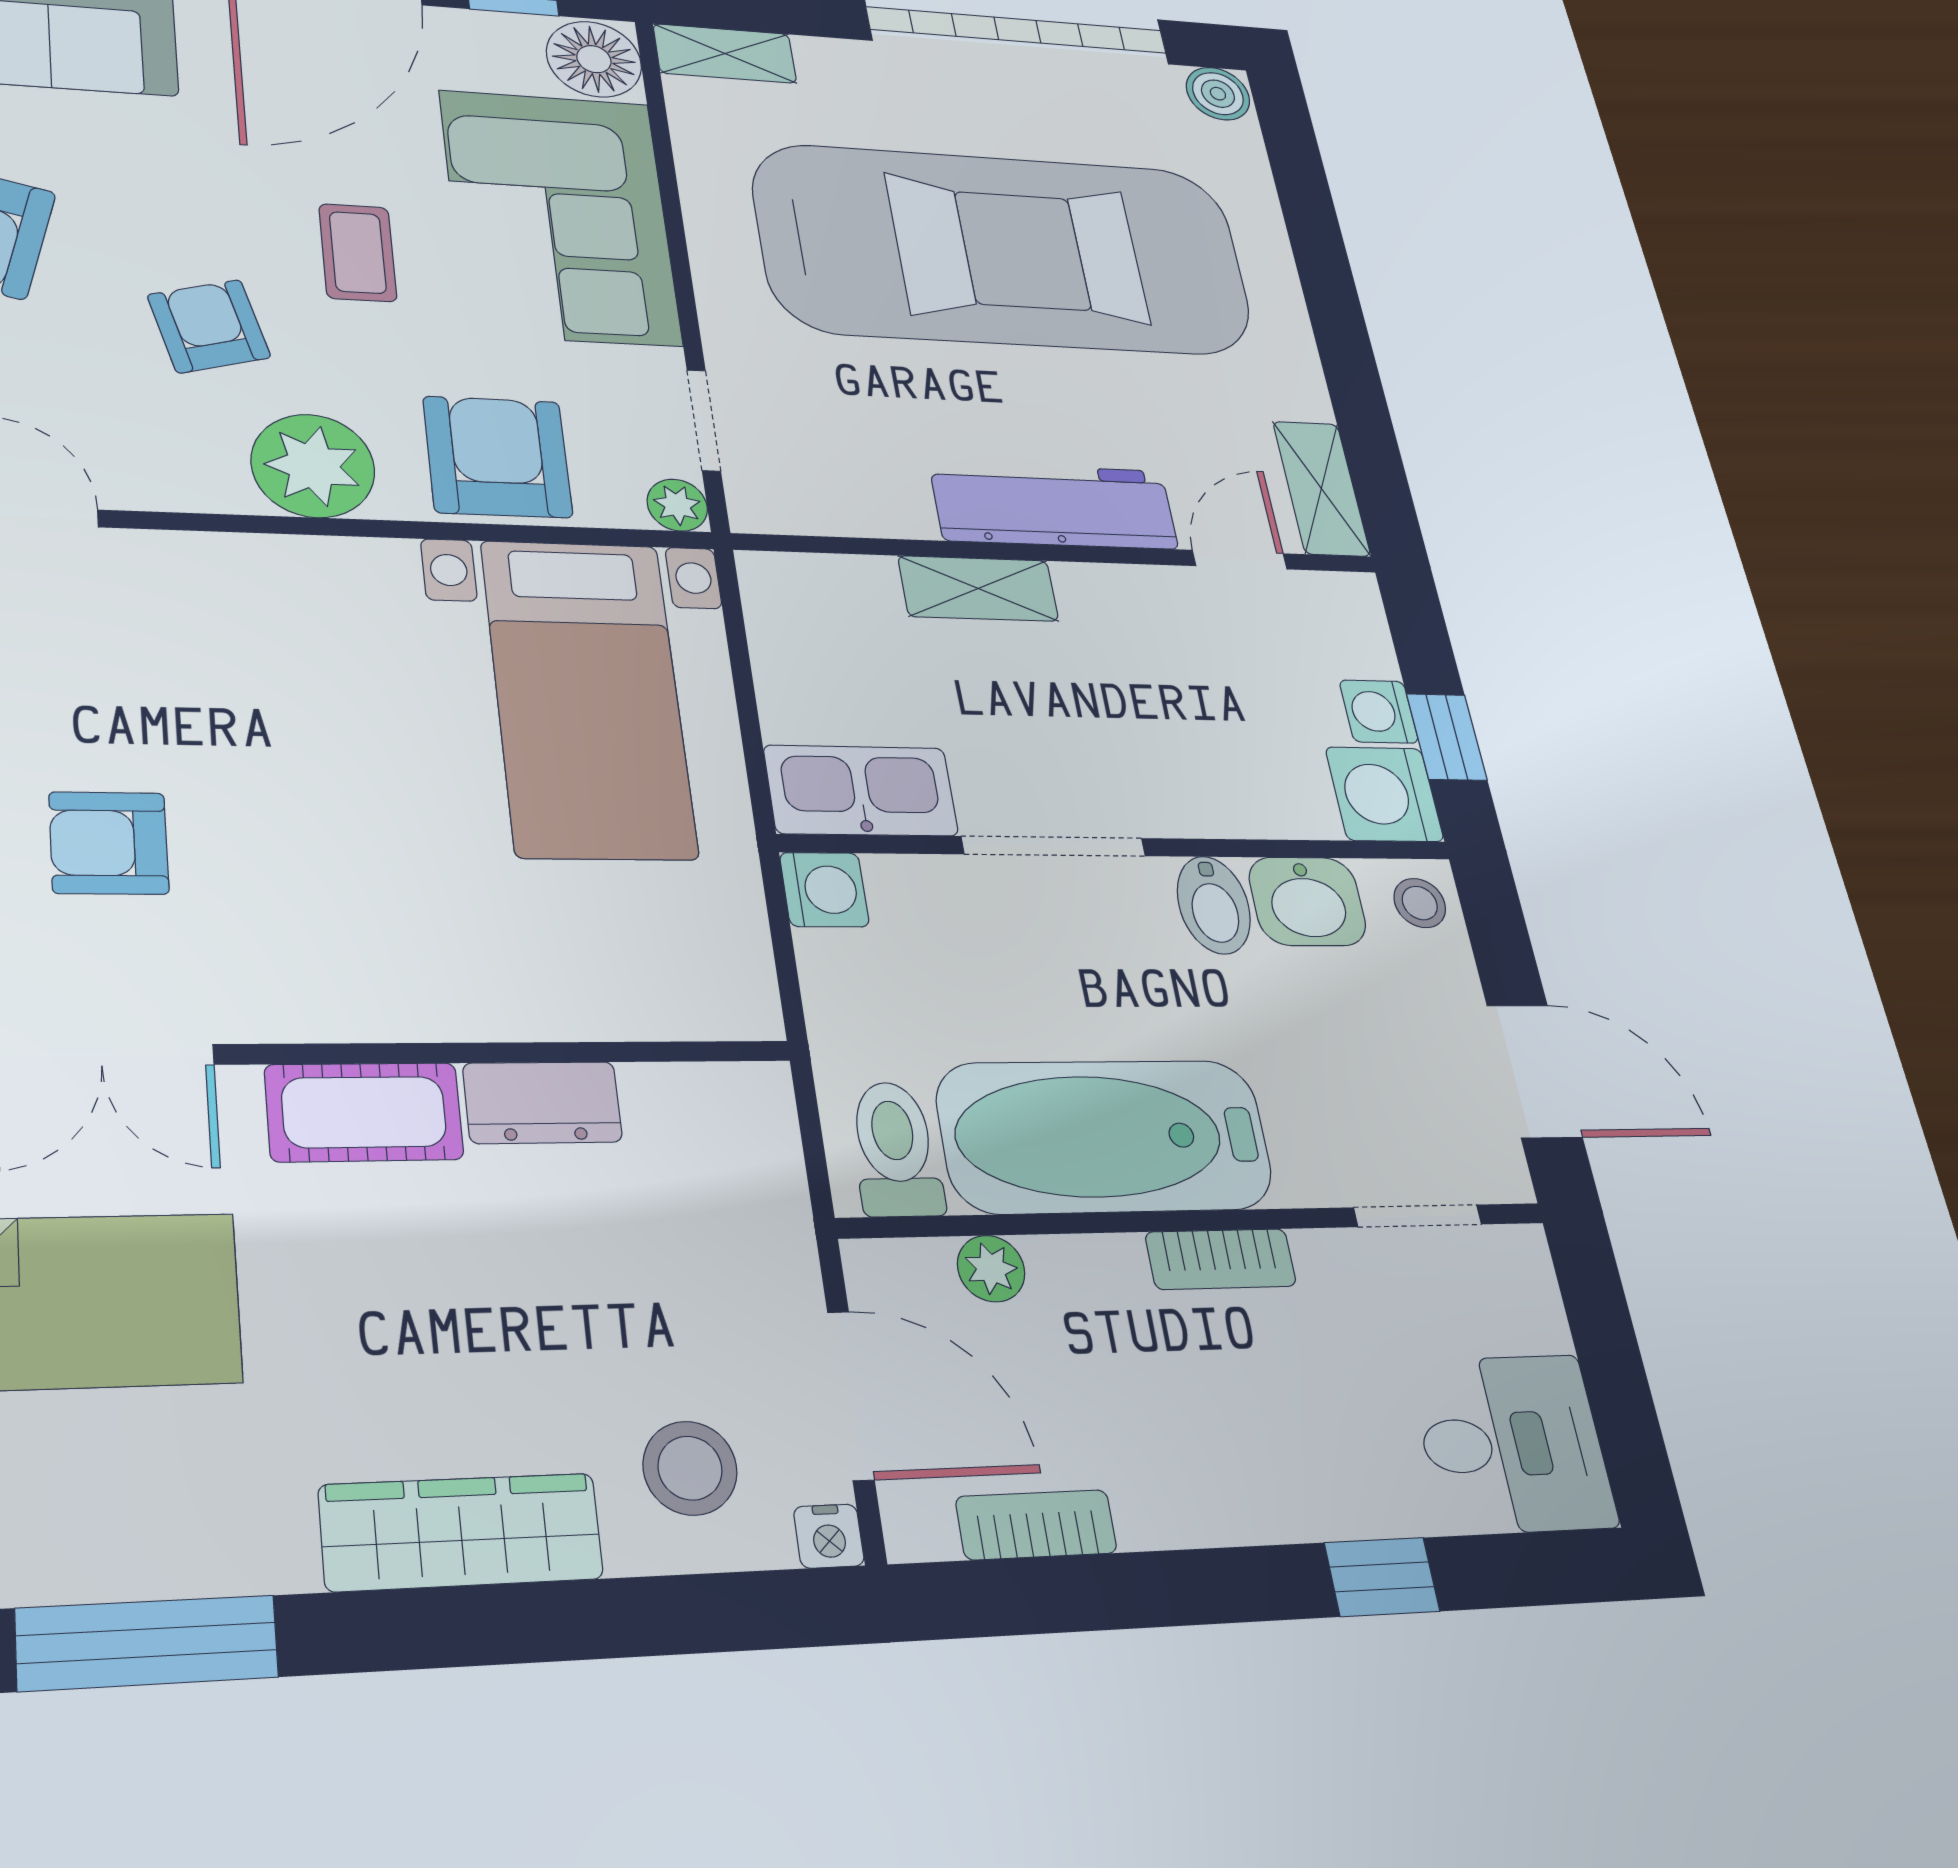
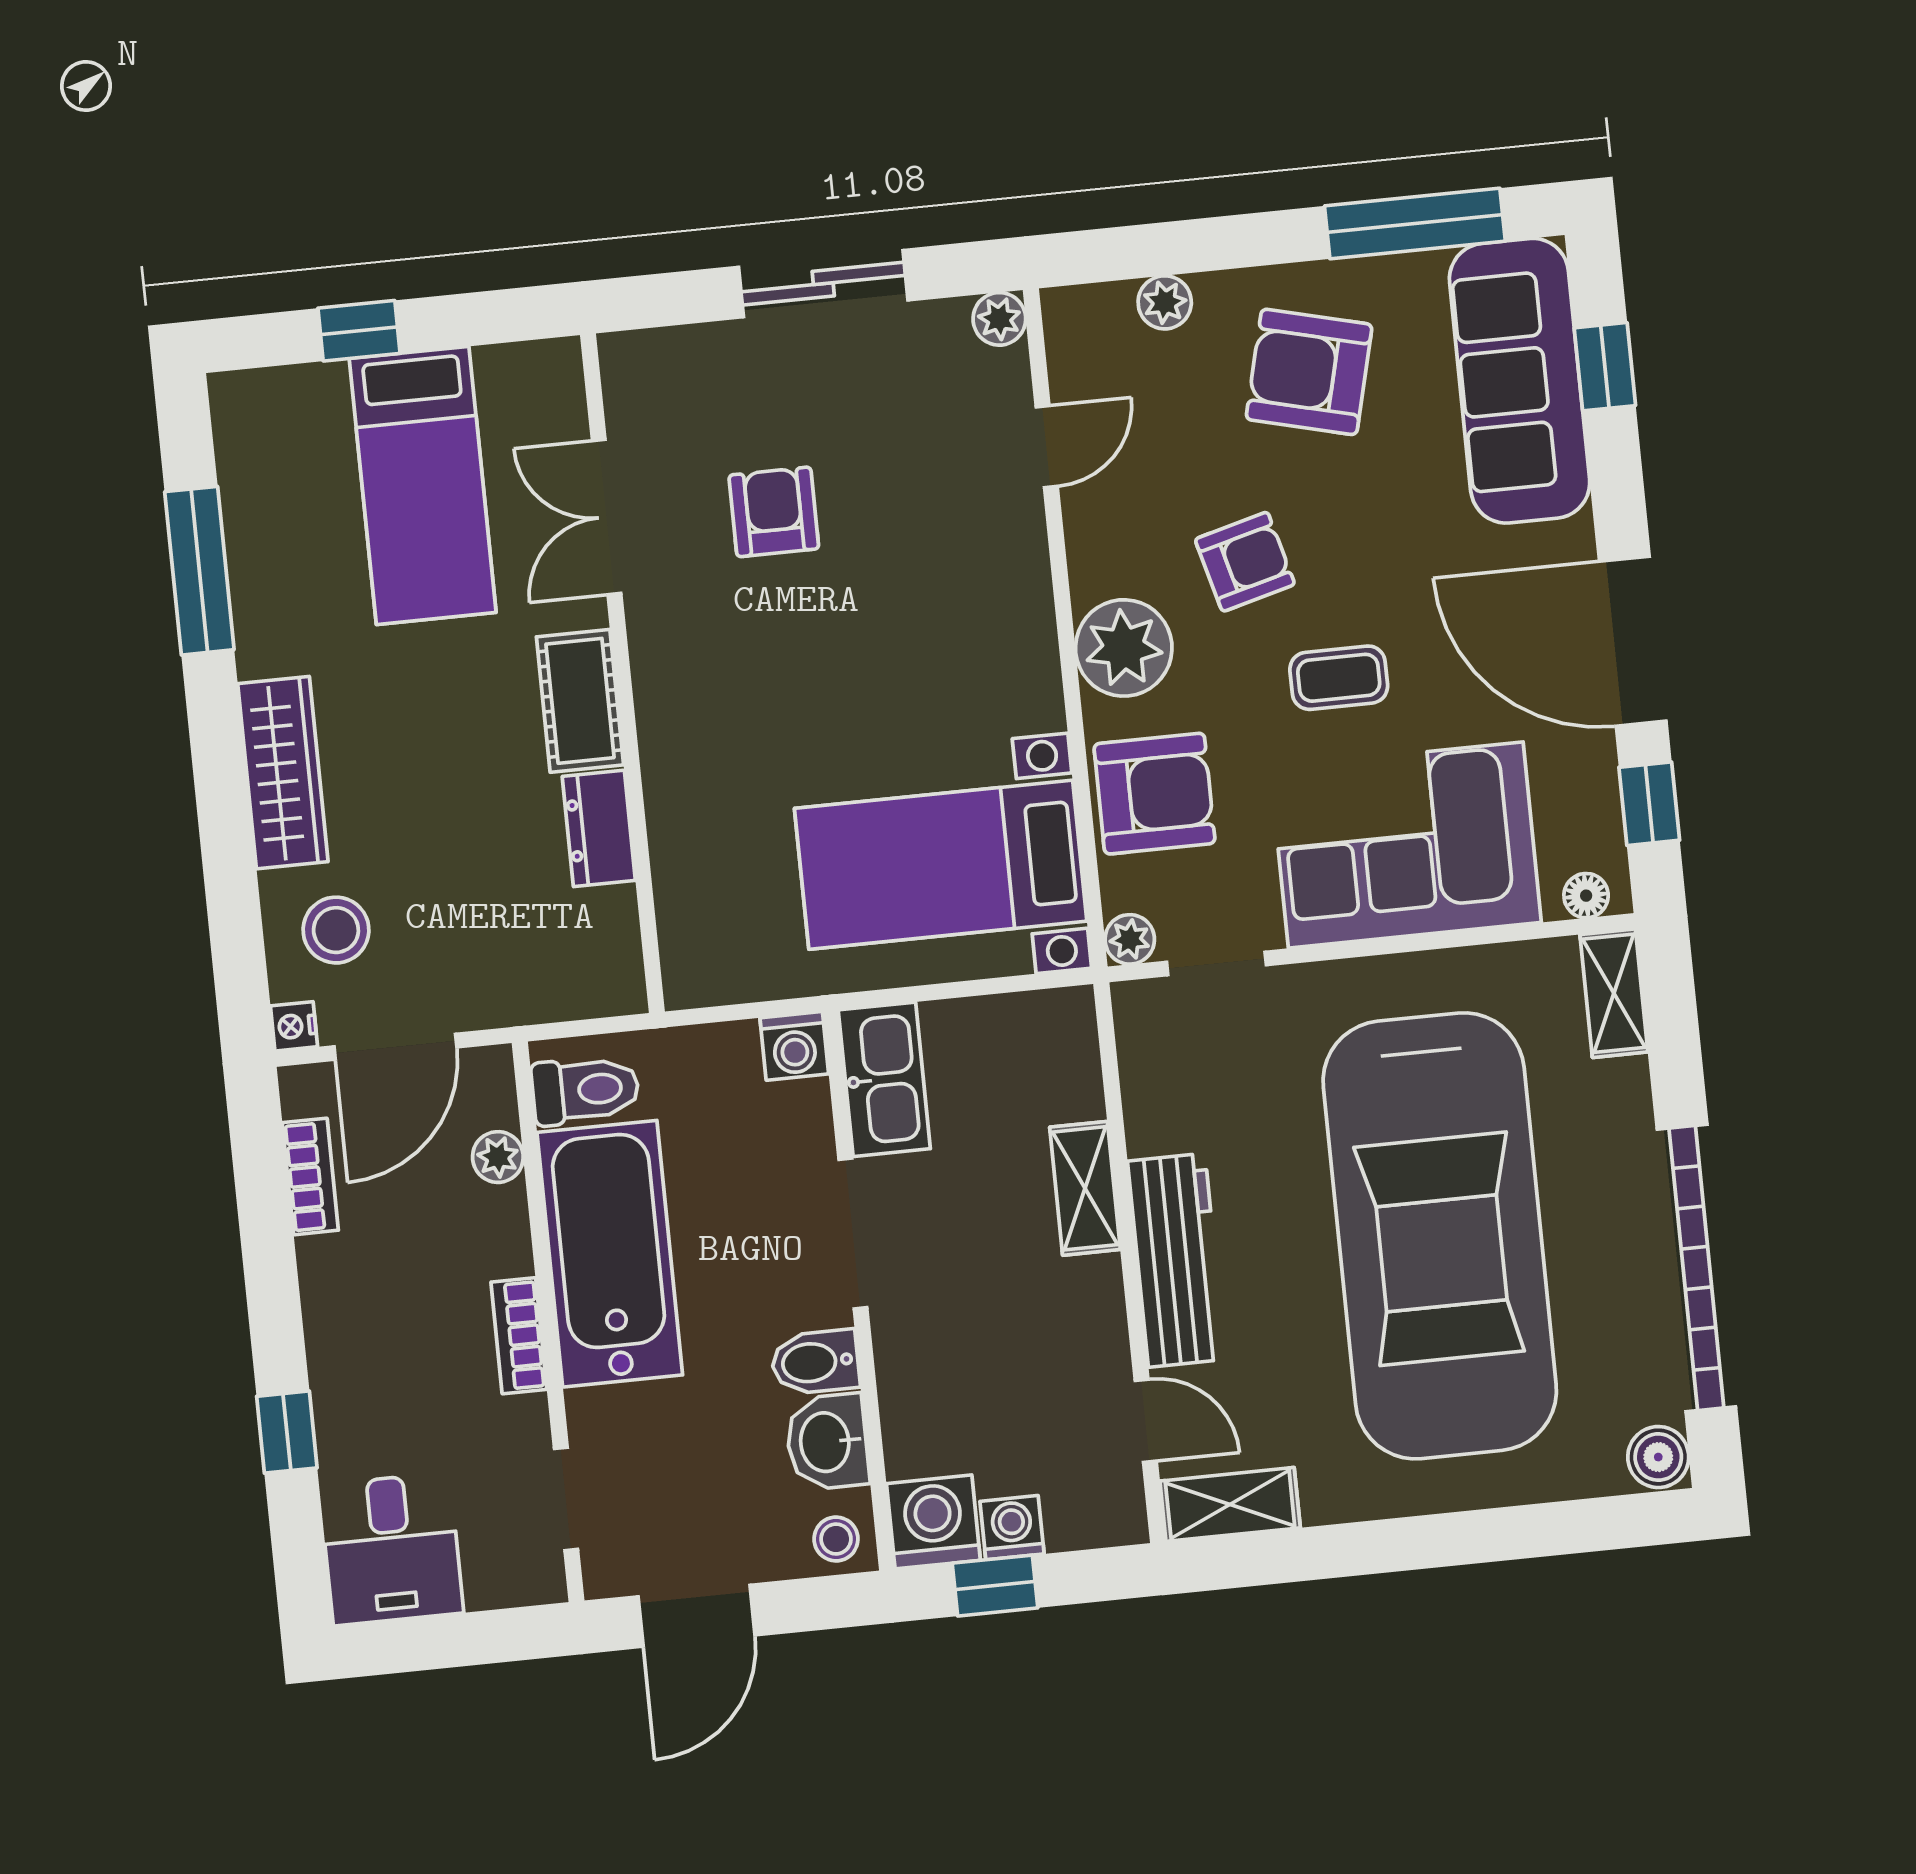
floor lamp: (594, 59) -> (1586, 896), width x0.53, depth x0.53

